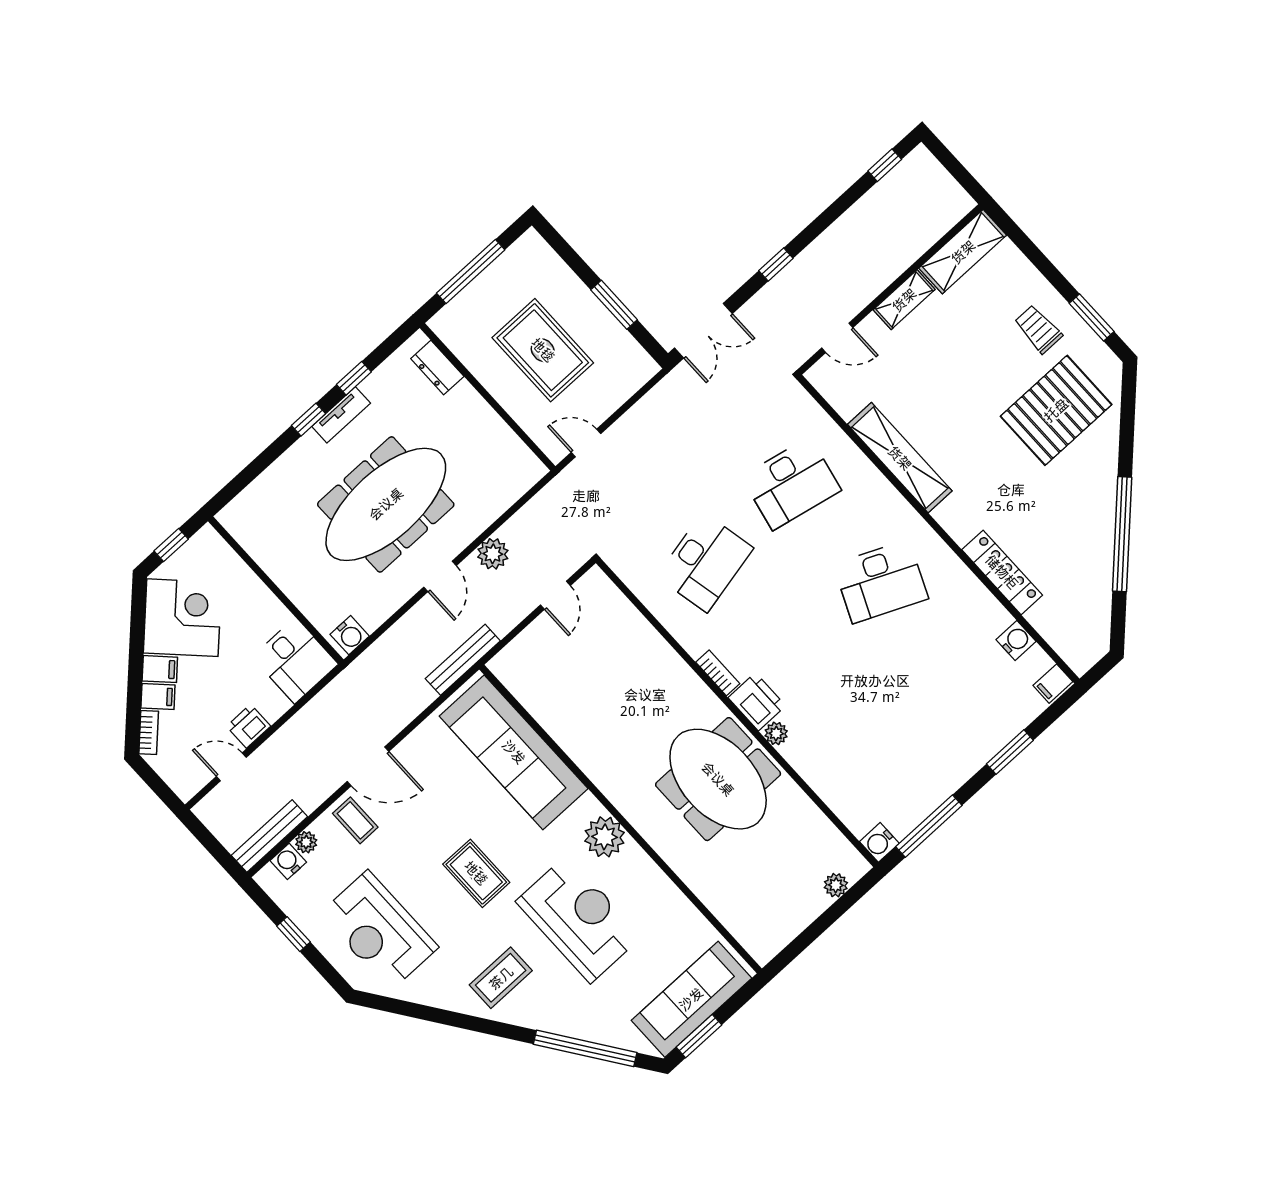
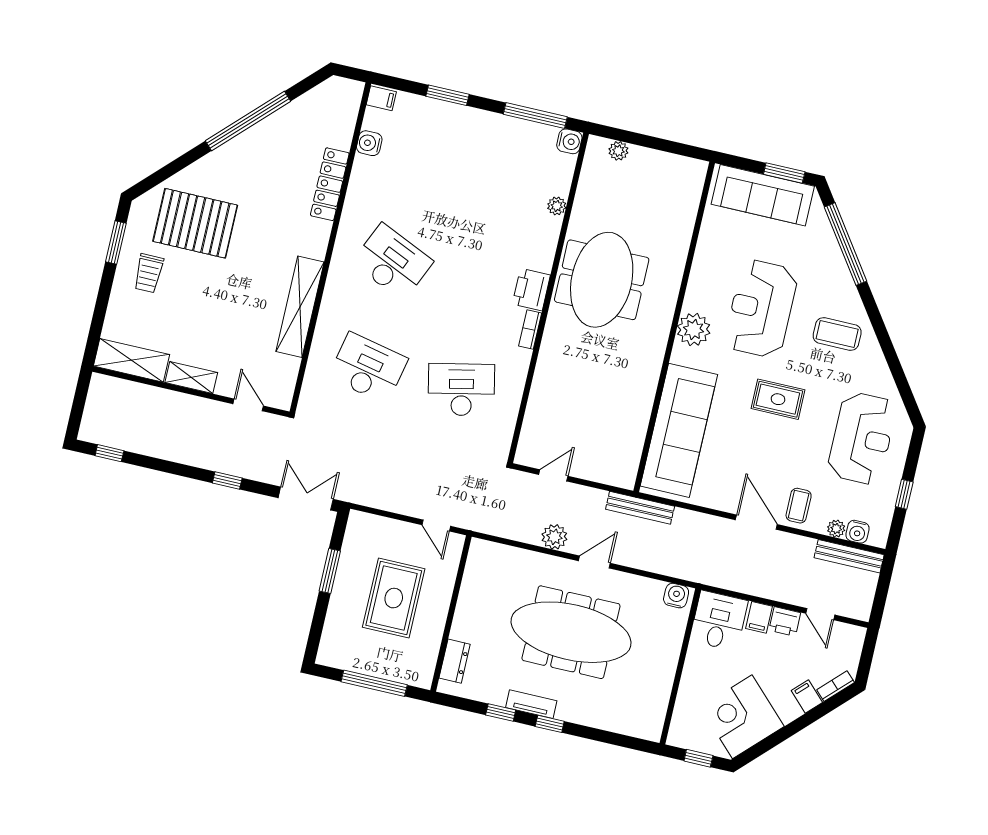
filing cabinet: (160, 669) -> (759, 617), moved, turned -135
plant: (776, 733) -> (557, 206), moved
rug: (476, 873) -> (778, 399), turned 90

